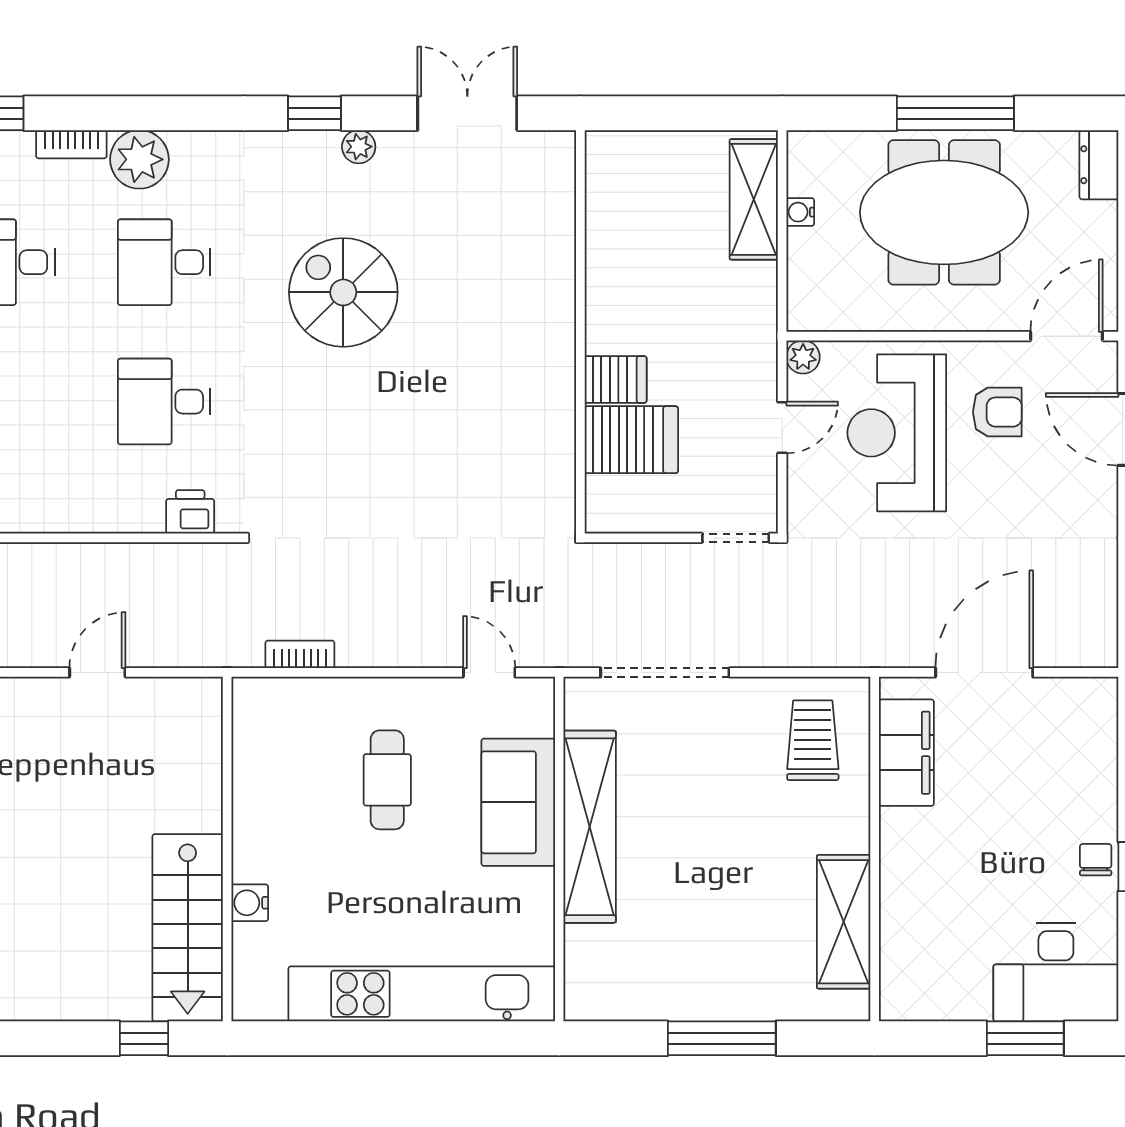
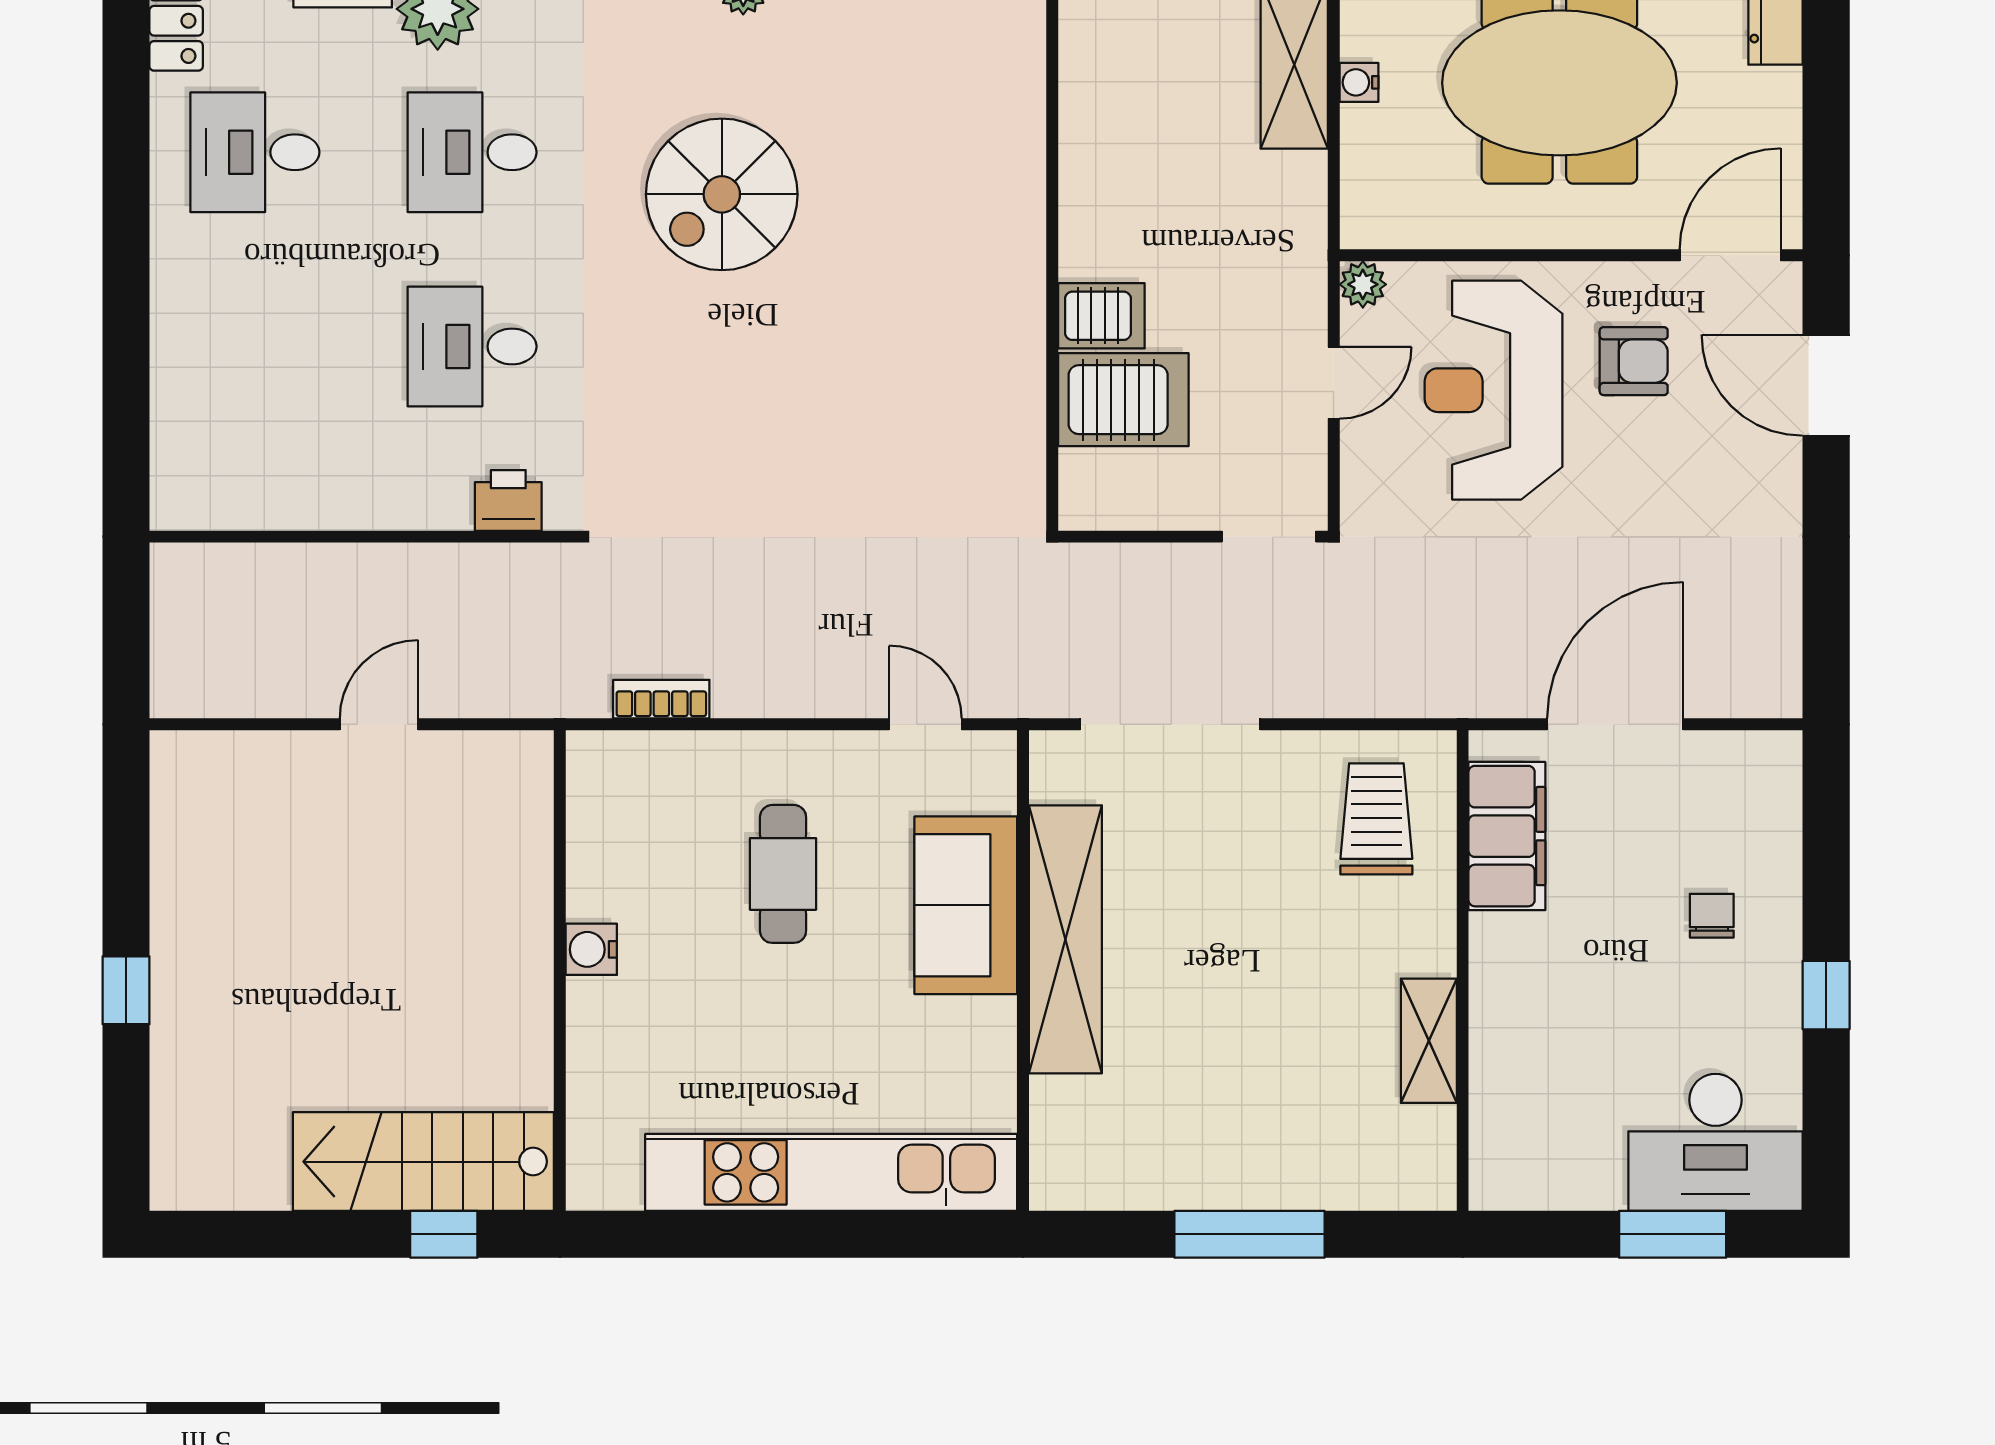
spiral stairs: (343, 292) -> (722, 194), turned -90
chair: (1096, 860) -> (1712, 916), moved
water cooler: (250, 903) -> (591, 949), moved
shelving: (844, 922) -> (1429, 1041), width x0.67, depth x0.75
stairs: (188, 928) -> (423, 1162), moved, turned 90

